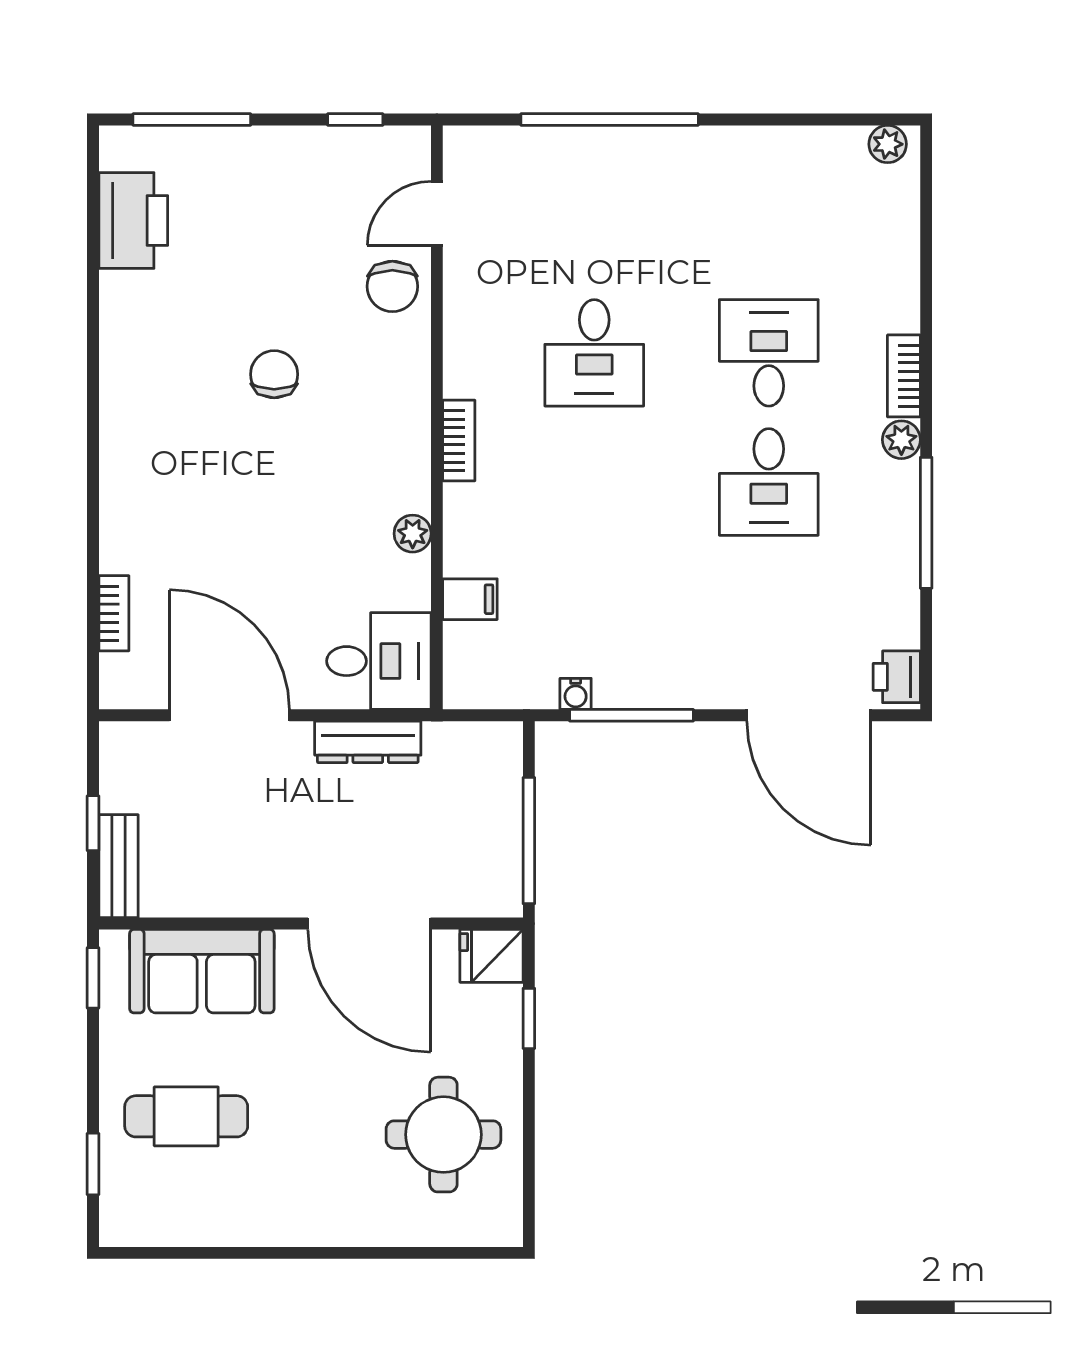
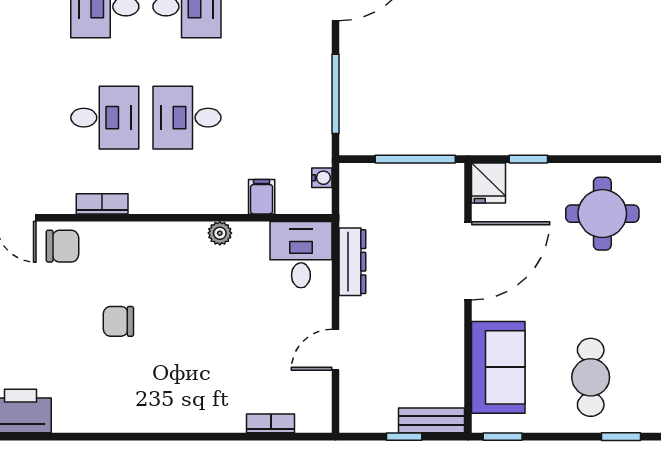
bookcase: (459, 441) -> (102, 204), moved
desk: (594, 482) -> (187, 118), added
water cooler: (576, 694) -> (322, 178), moved
door: (229, 715) -> (335, 350), width x0.53

